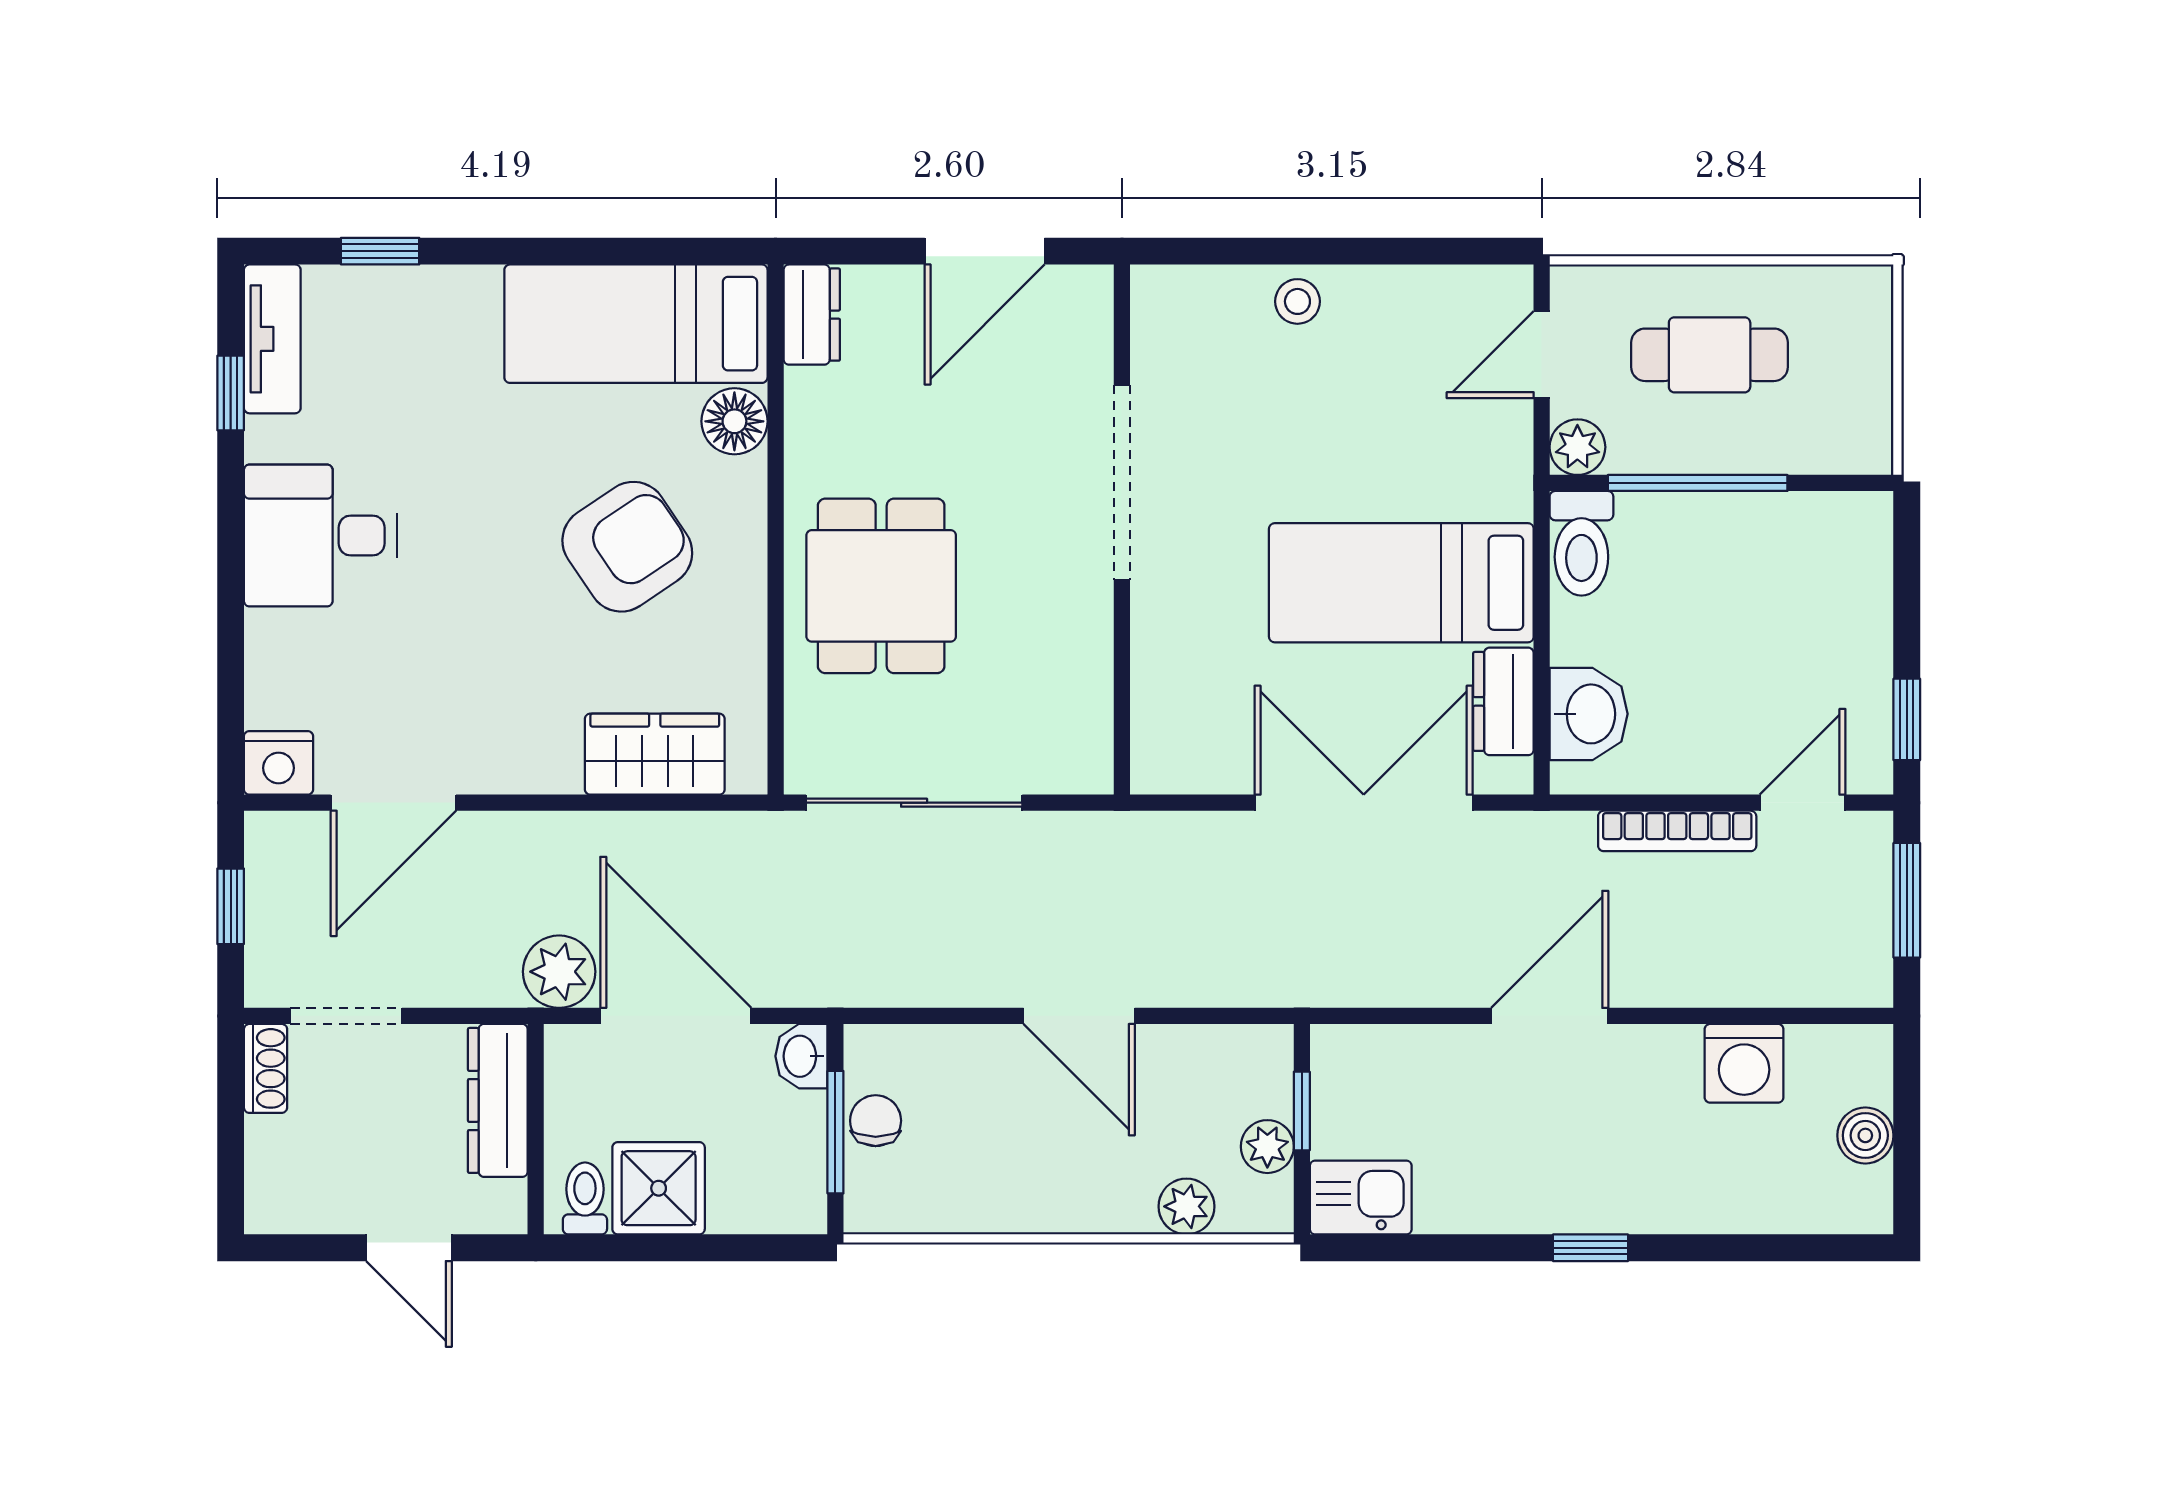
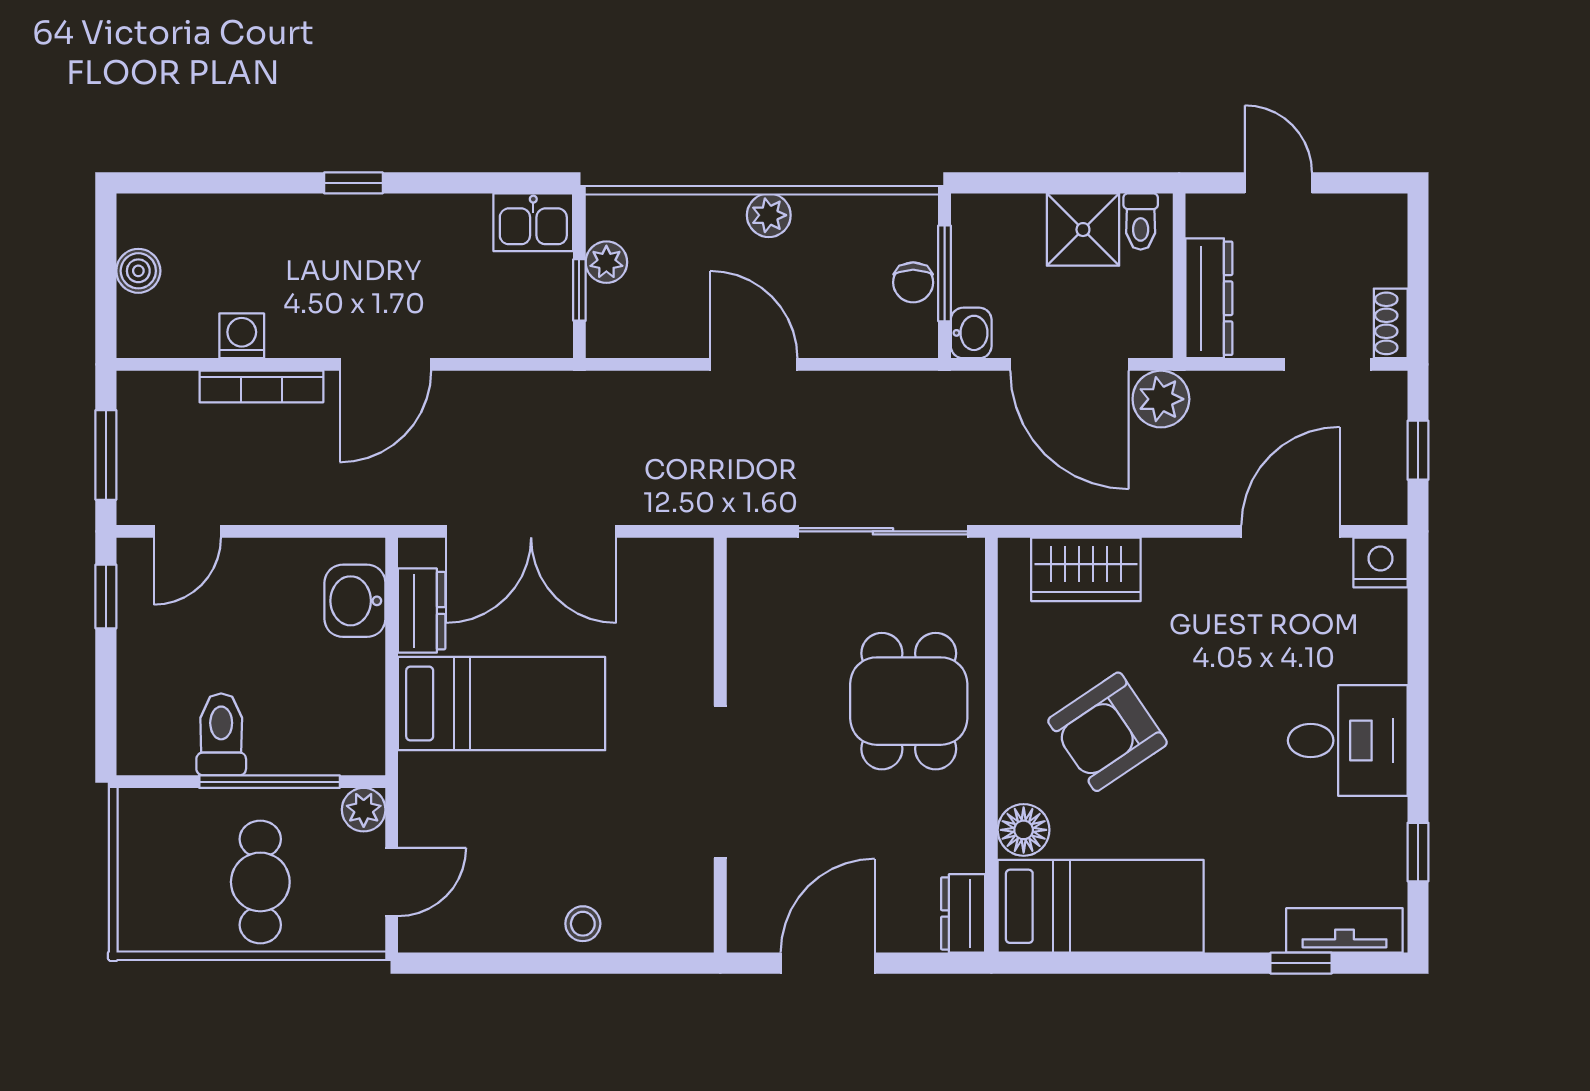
tv unit: (272, 339) -> (1344, 930), moved, turned 90
cafe table: (1710, 355) -> (260, 882), turned 90
toilet: (1581, 543) -> (221, 734), moved
bookcase: (1677, 831) -> (261, 387), moved, turned 180
washing machine: (1744, 1063) -> (242, 336), width x0.73, depth x0.73
plant: (1186, 1206) -> (769, 215), moved

